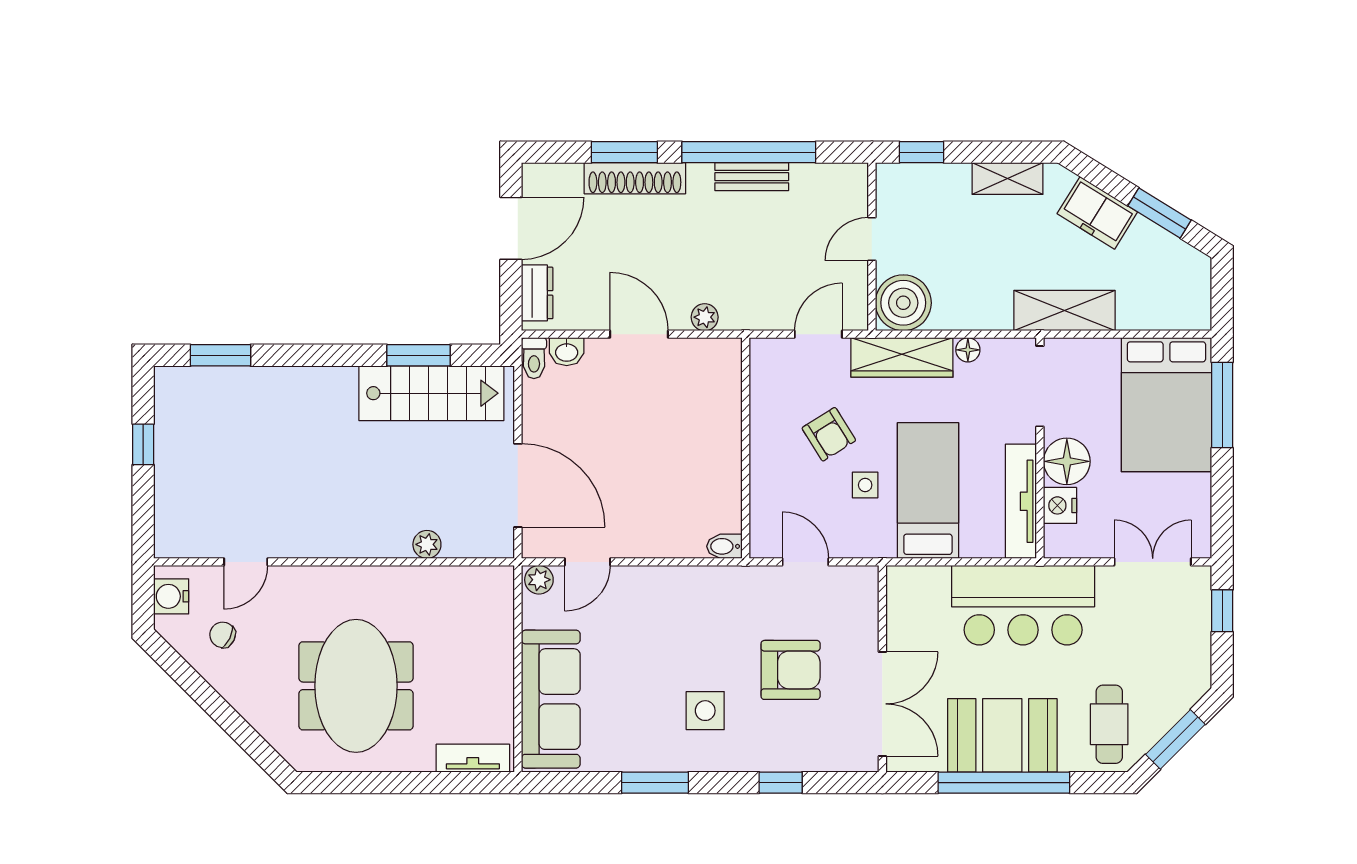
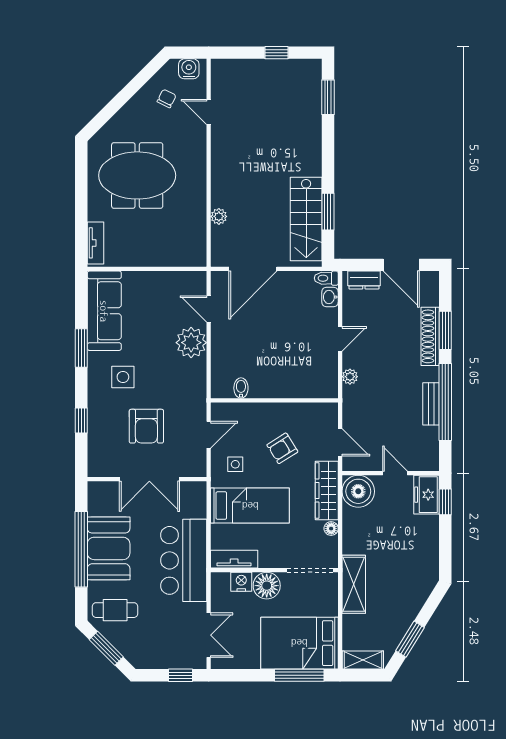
shelving: (1007, 179) -> (363, 660), moved, turned 90
freezer: (1097, 213) -> (426, 495), moved, turned -32
door: (639, 334) -> (340, 339), width x0.73
side table: (865, 485) -> (235, 464), moved
tv unit: (1021, 501) -> (234, 559), width x0.71
bidet: (724, 546) -> (241, 388), moved
plant: (539, 580) -> (191, 343), moved, width x1.88, depth x1.88
sofa: (551, 699) -> (104, 311), moved, turned -90
double door: (882, 704) -> (149, 479), moved

